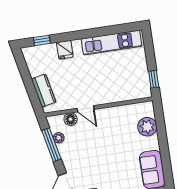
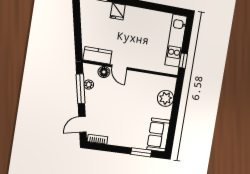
kitchen unit: (112, 42) -> (176, 41), moved, turned 90
kitchen counter: (44, 90) -> (97, 55), moved, turned -78

